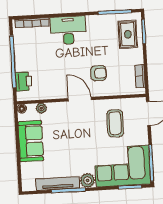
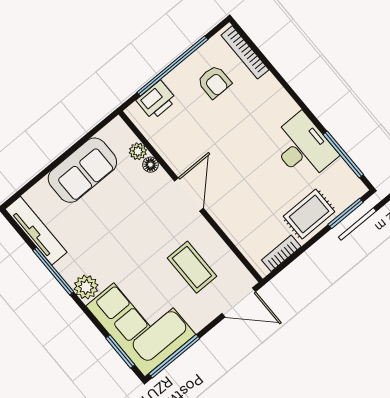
desk: (68, 30) -> (303, 147), moved
rug: (128, 34) -> (309, 214), moved
armchair: (98, 73) -> (214, 82), moved
floor lamp: (22, 109) -> (150, 165), moved
coffee table: (115, 123) -> (192, 267), turned 90
tv unit: (58, 184) -> (36, 231), moved

